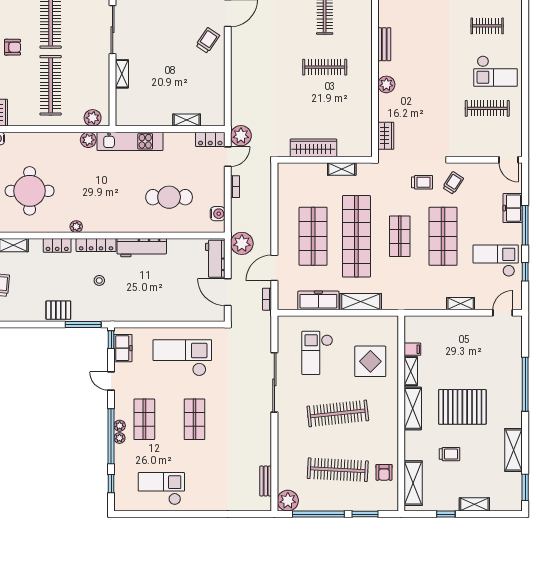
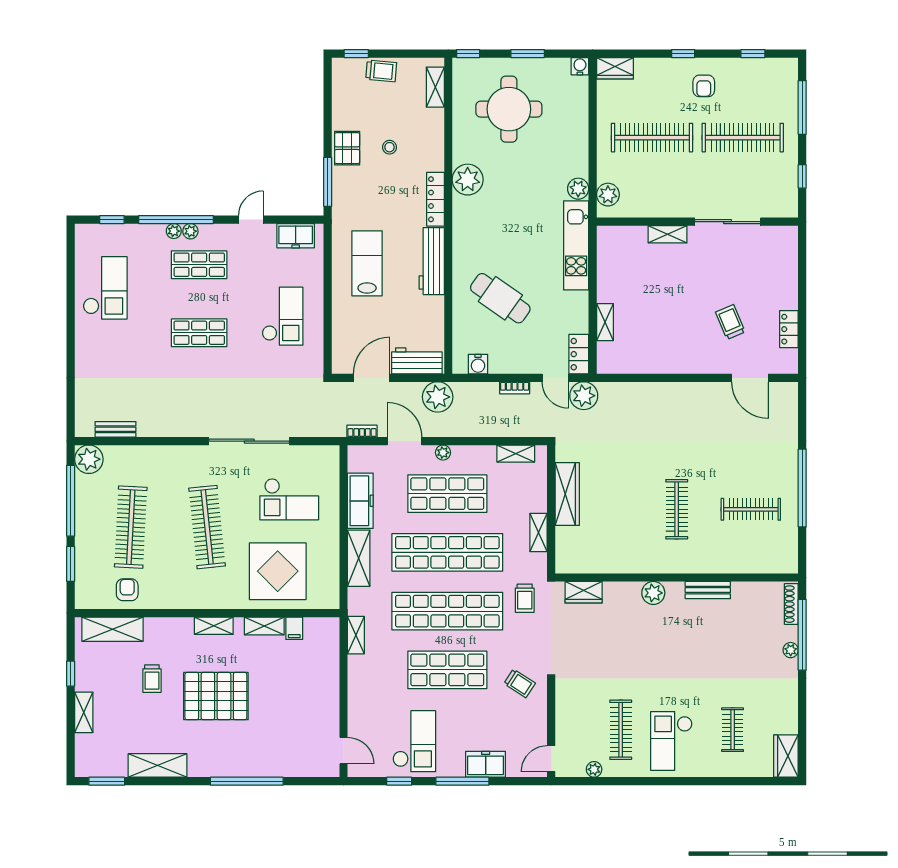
trolley: (208, 40) -> (730, 322), moved, turned -147
plant: (516, 128) -> (594, 769), added
trolley: (422, 182) -> (525, 598), moved
shelving: (284, 186) -> (516, 454), added
cafe table: (169, 197) -> (500, 298), turned -55
plant: (76, 227) -> (468, 180), width x1.87, depth x1.87
shop shelf: (400, 236) -> (447, 611), width x2.00, depth x1.36
plant: (283, 239) -> (443, 453), added
locker: (57, 245) -> (435, 147), removed
stool: (99, 280) -> (389, 147), moved
lab bench: (143, 295) -> (367, 263), added
shelving: (461, 304) -> (356, 635), moved
window: (111, 340) -> (307, 220), removed
checkout: (317, 353) -> (289, 499), turned 180
checkout: (182, 358) -> (283, 316), width x0.73, depth x0.83
display table: (370, 361) -> (278, 571), width x1.36, depth x1.36
pallet: (462, 407) -> (216, 696), turned 90
shelving: (413, 408) -> (214, 626), width x0.67, depth x0.75
armchair: (384, 472) -> (127, 590), turned 90

